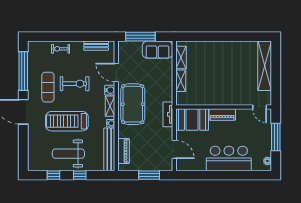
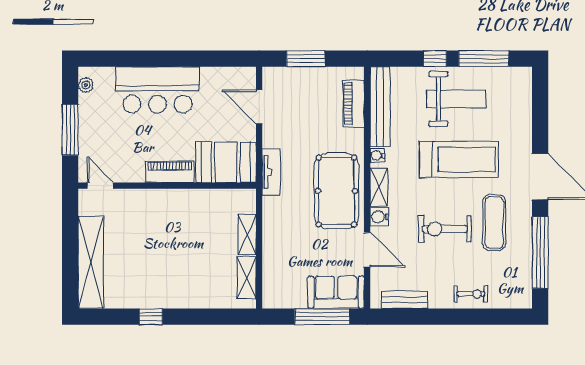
window: (232, 37) -> (151, 317), added
sofa: (157, 50) -> (336, 292), moved
window: (54, 175) -> (484, 59), width x2.17

